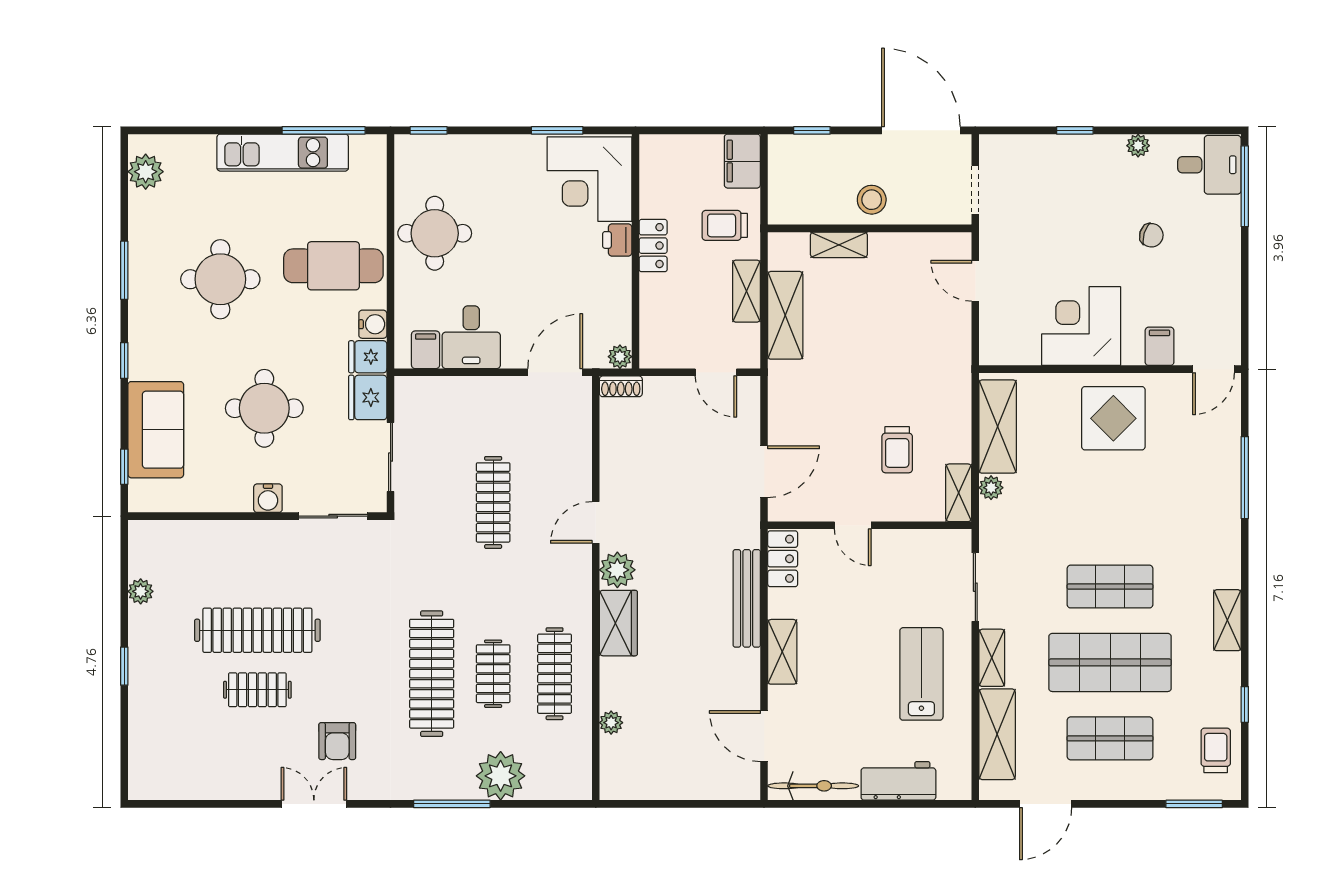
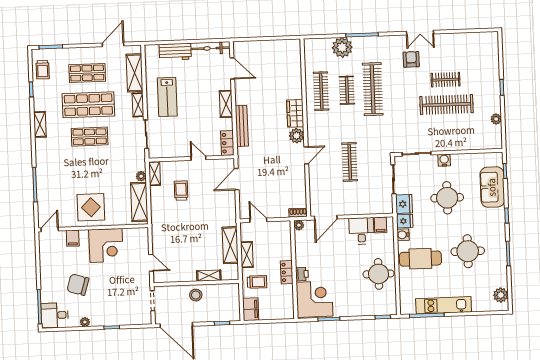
chair: (1151, 235) -> (78, 285), width x1.87, depth x1.87
plant: (611, 723) -> (297, 72), removed

